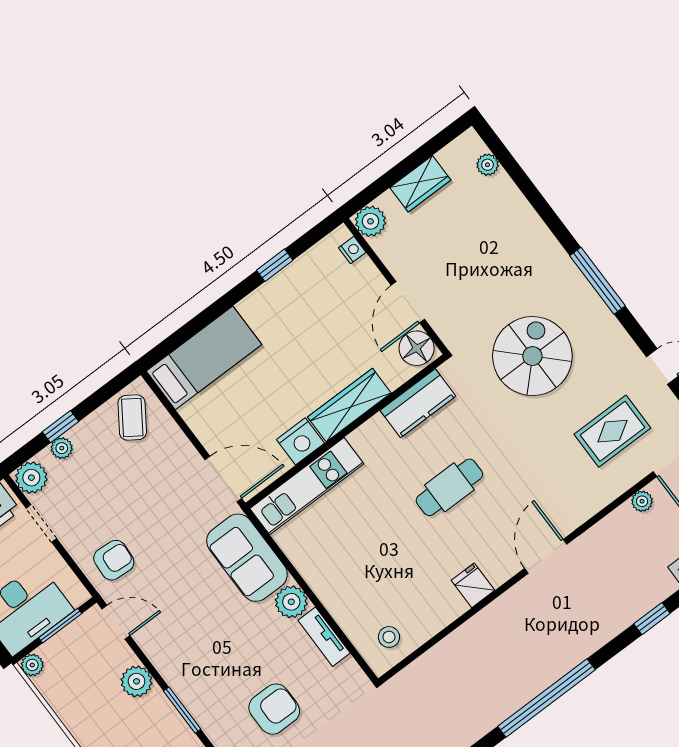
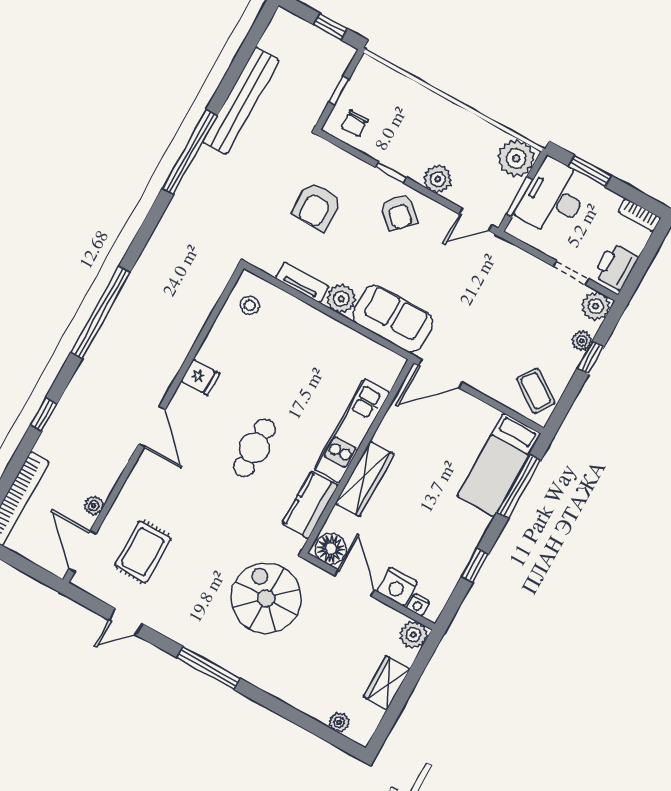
window: (194, 326) -> (519, 487), added
spiral stairs: (532, 356) -> (266, 598), moved, turned 180
nightstand: (300, 441) -> (397, 587), moved, turned -90
kitchen unit: (307, 486) -> (352, 431), moved
armchair: (114, 560) -> (399, 212), moved, turned -51
plant: (32, 665) -> (516, 158), width x1.87, depth x1.87
window: (182, 710) -> (391, 172), width x0.67

